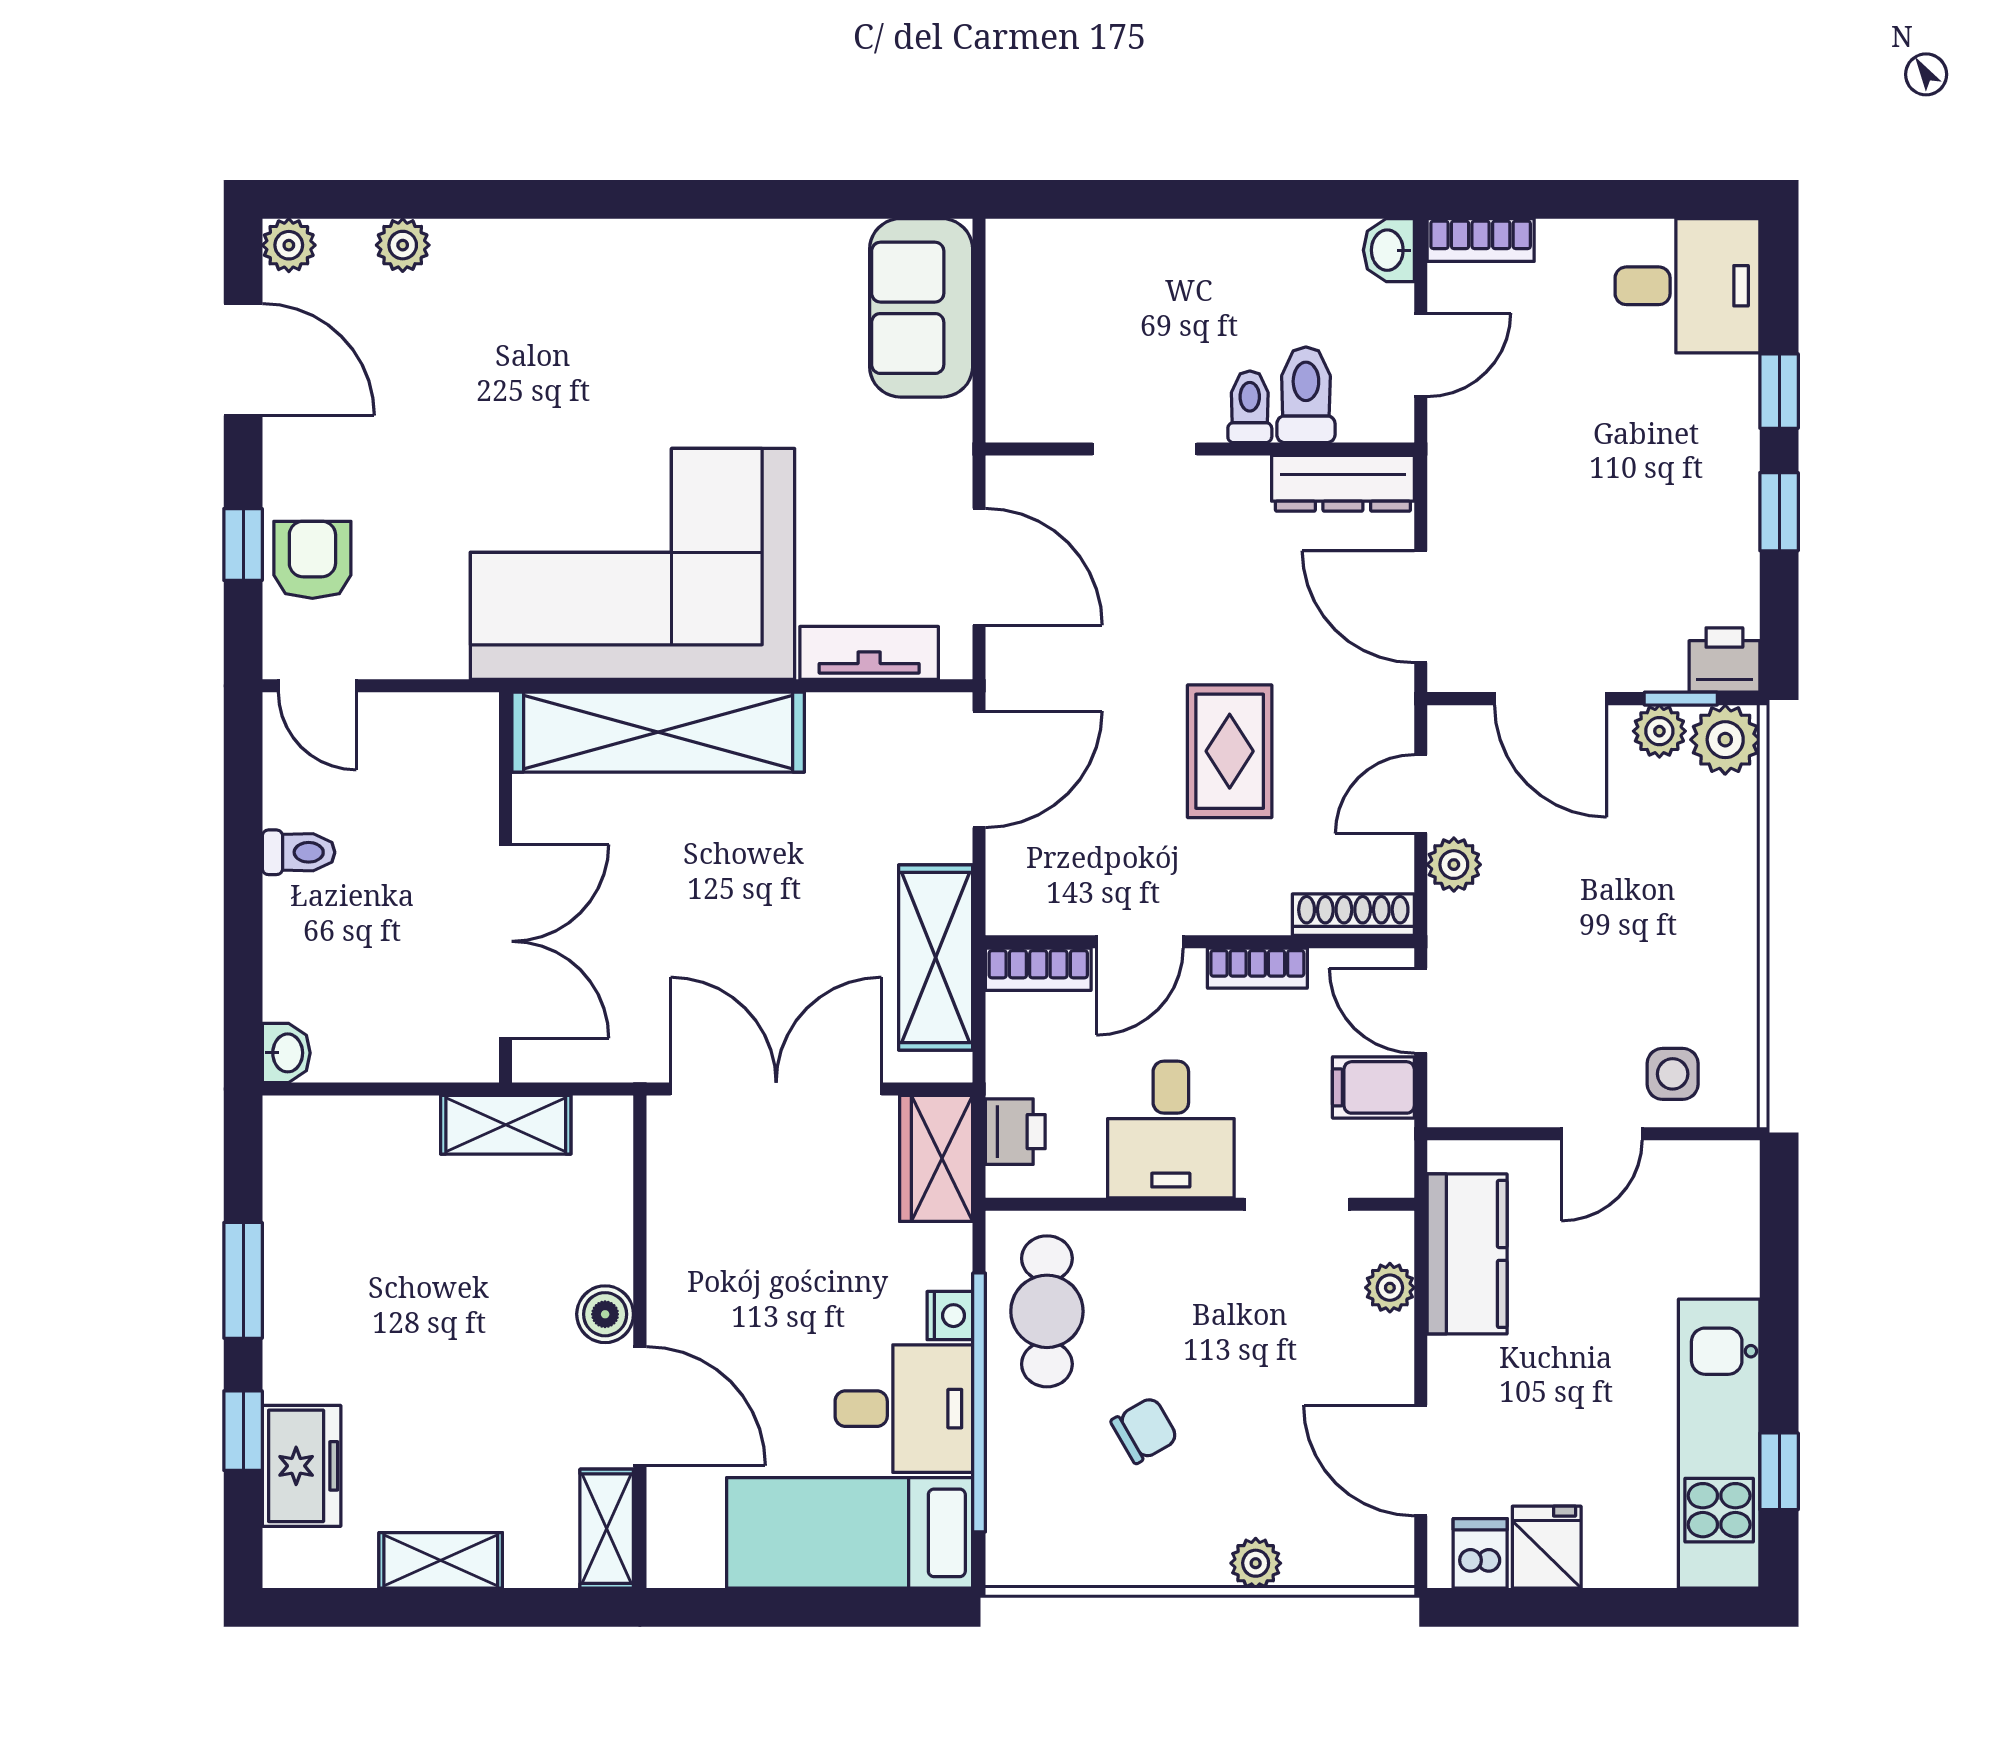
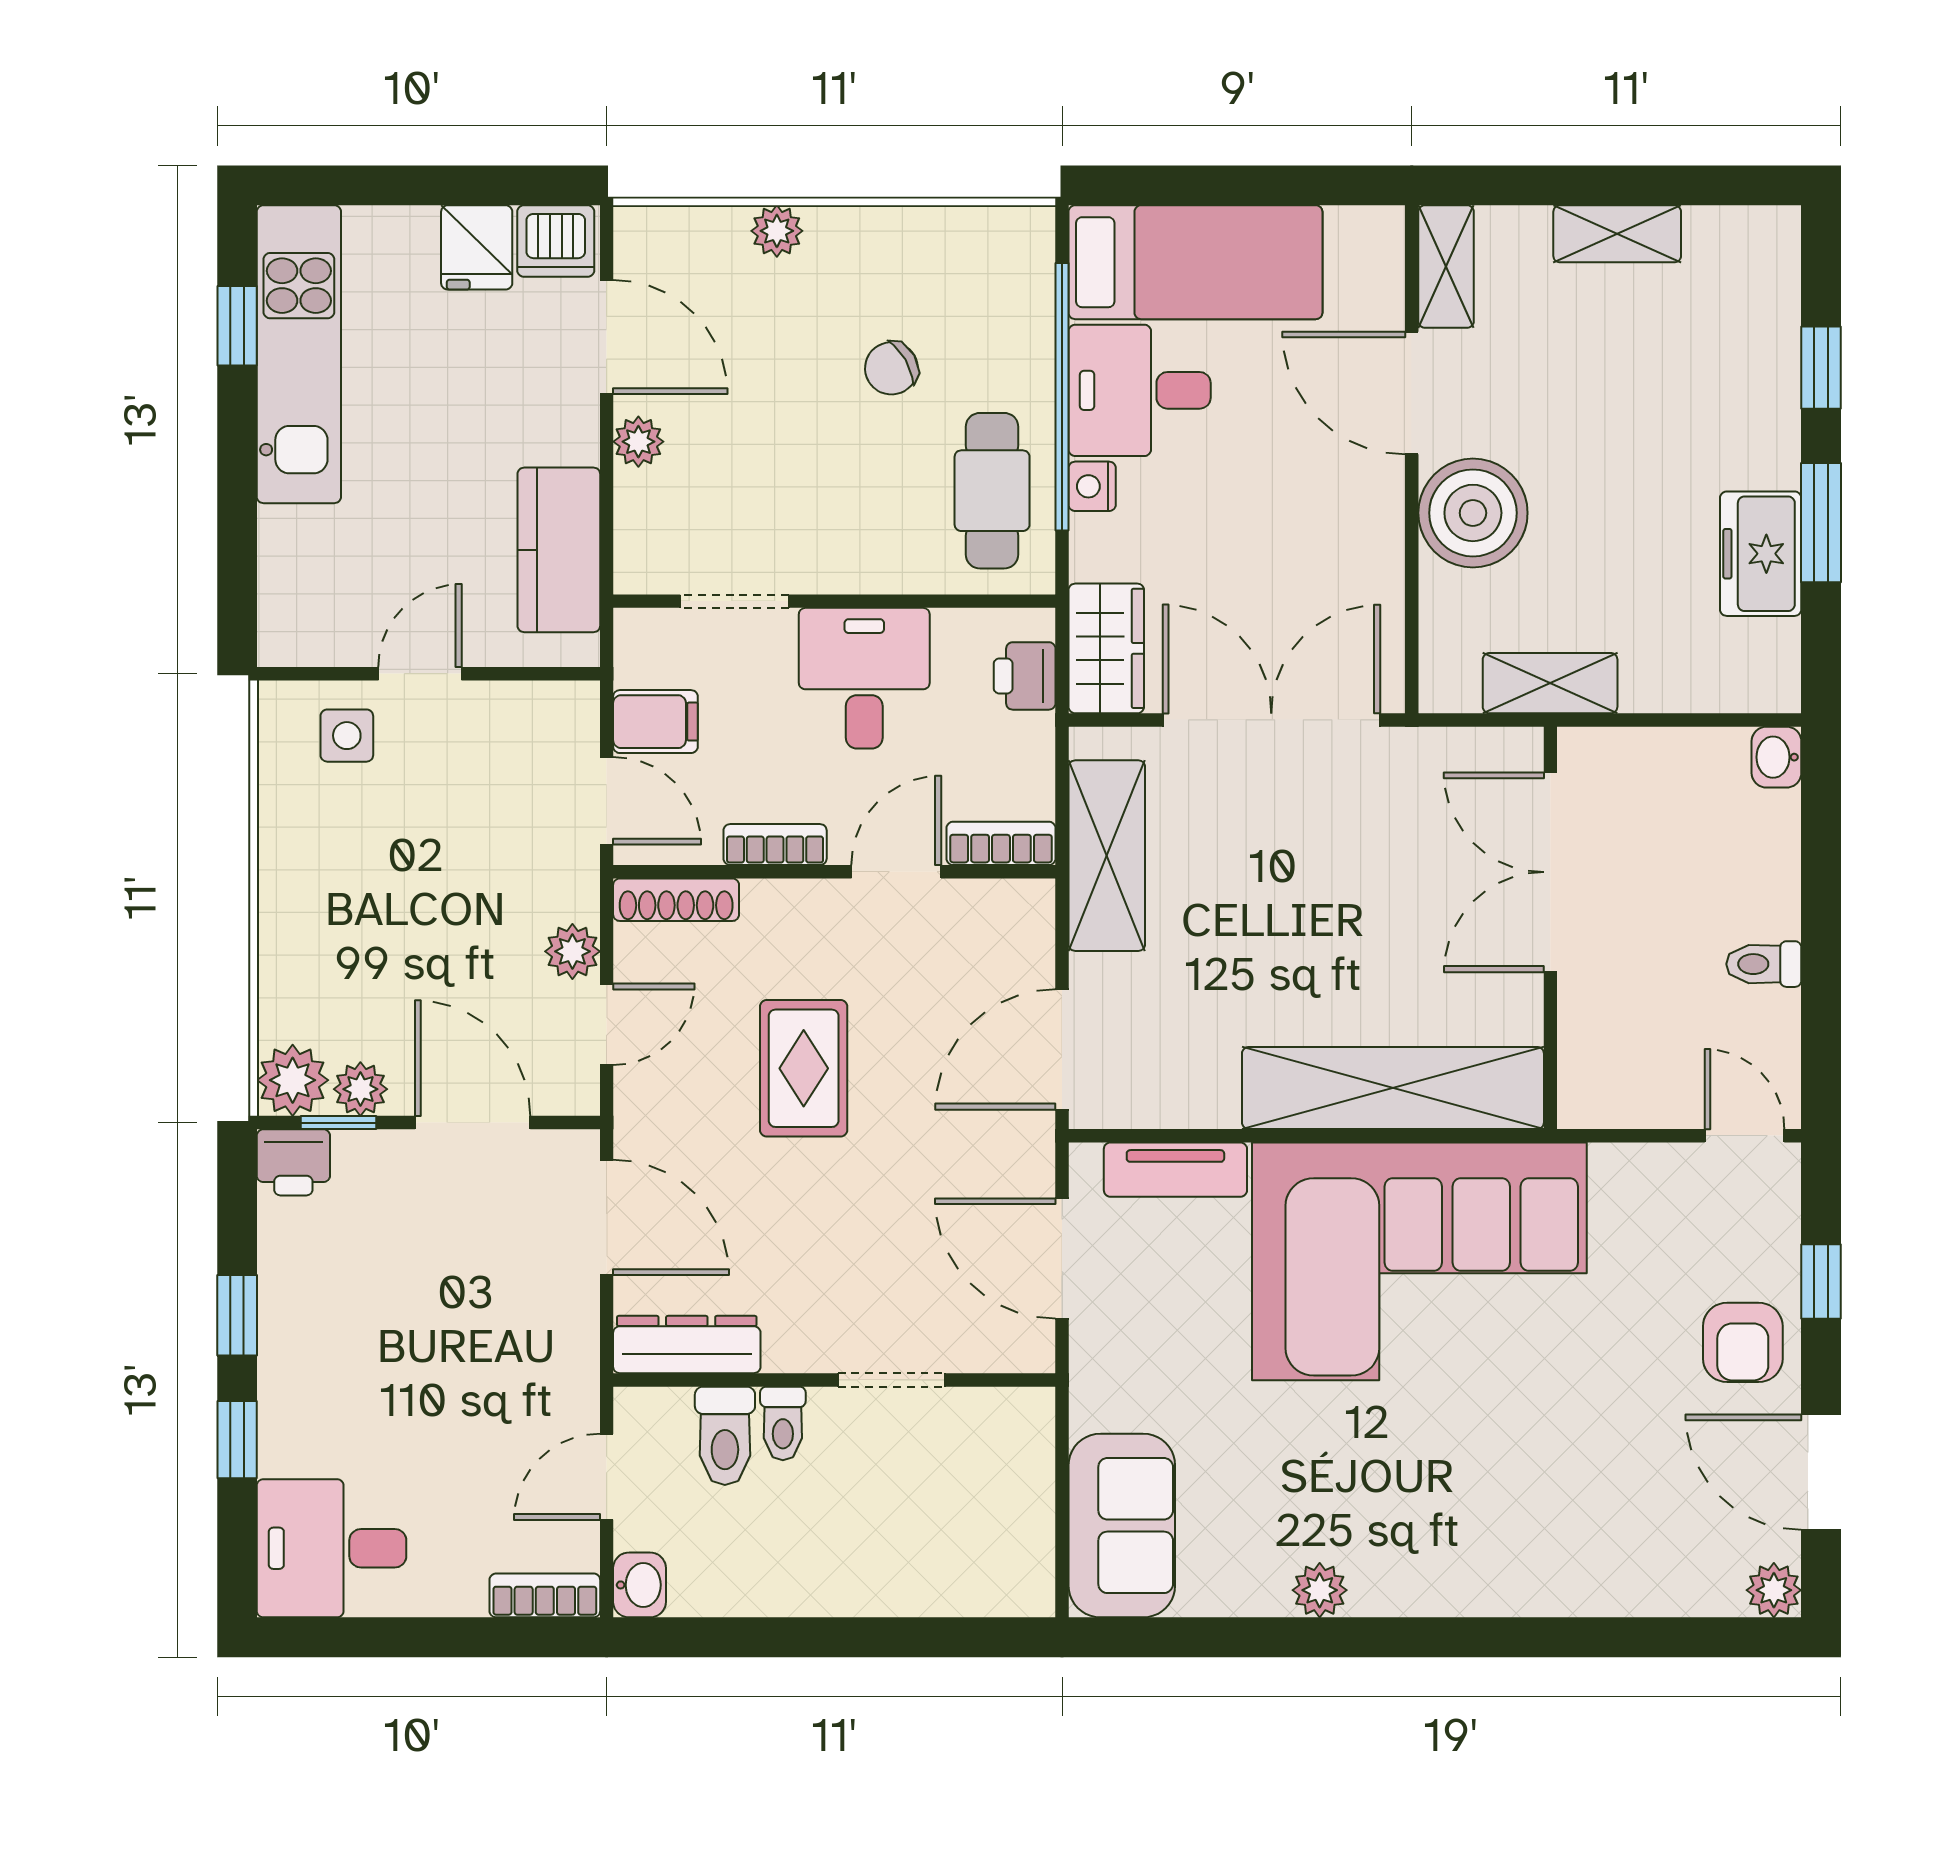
plant: (403, 245) -> (1320, 1590), moved
armchair: (312, 560) -> (1743, 1342), moved
double door: (776, 1089) -> (1271, 720), swing flipped
plant: (1390, 1288) -> (638, 442), moved
boiler: (605, 1314) -> (1473, 513), width x1.86, depth x1.86
freezer: (302, 1466) -> (1761, 554), moved
dishwasher: (1480, 1553) -> (556, 241), width x1.38

